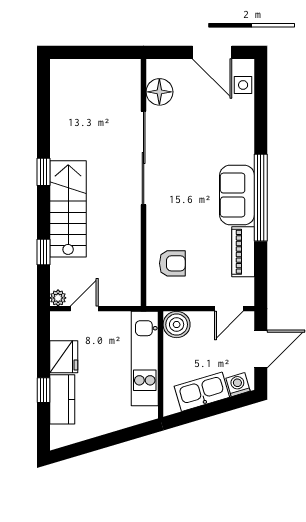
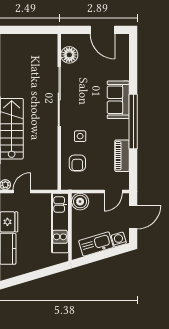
side table: (243, 85) -> (80, 136), moved
sofa: (237, 195) -> (118, 100), moved
armchair: (172, 263) -> (77, 163), turned 90

